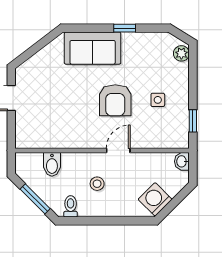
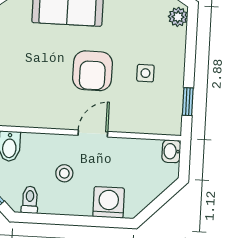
washing machine: (155, 199) -> (109, 202), moved, turned 45

